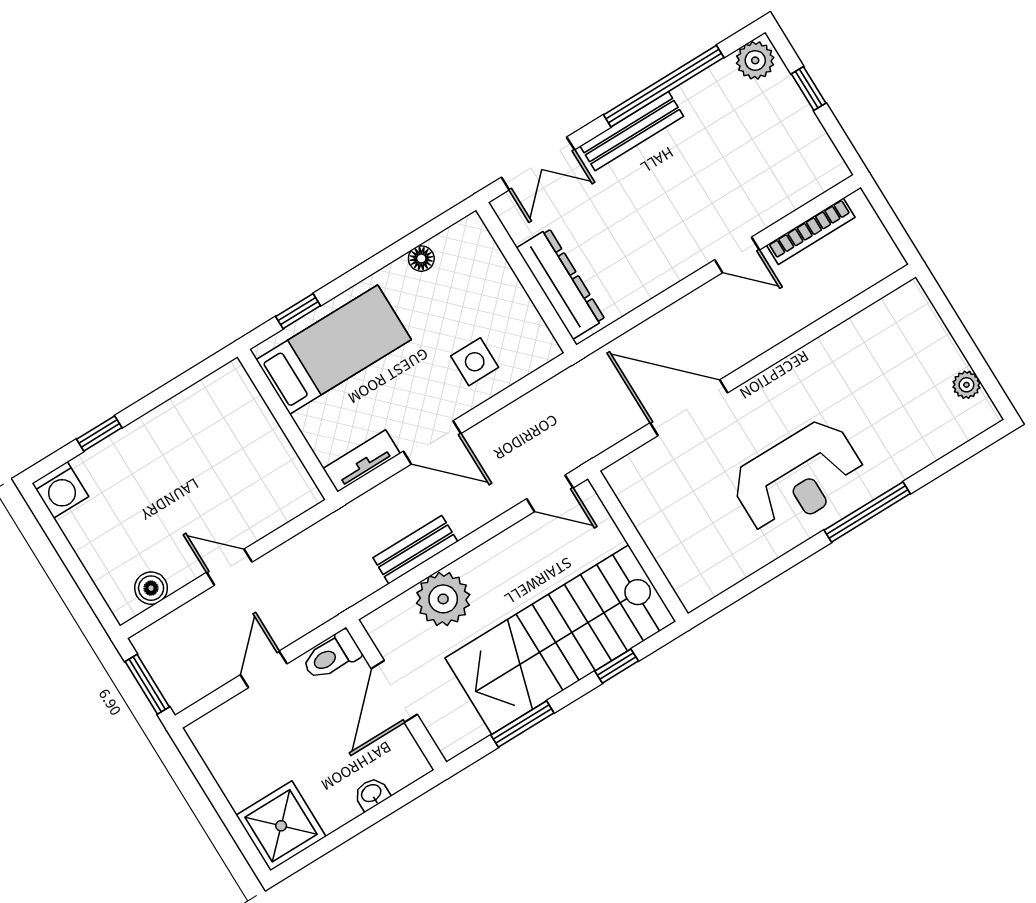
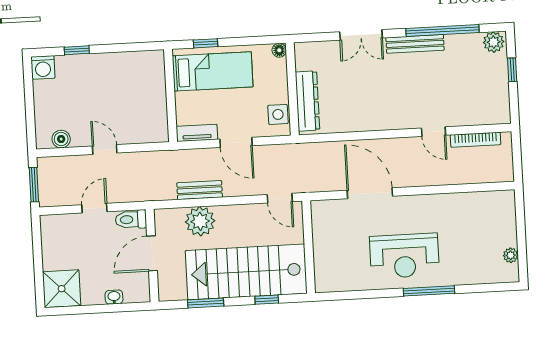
wall: (526, 278) -> (292, 89), moved
dresser: (561, 284) -> (307, 101), moved

